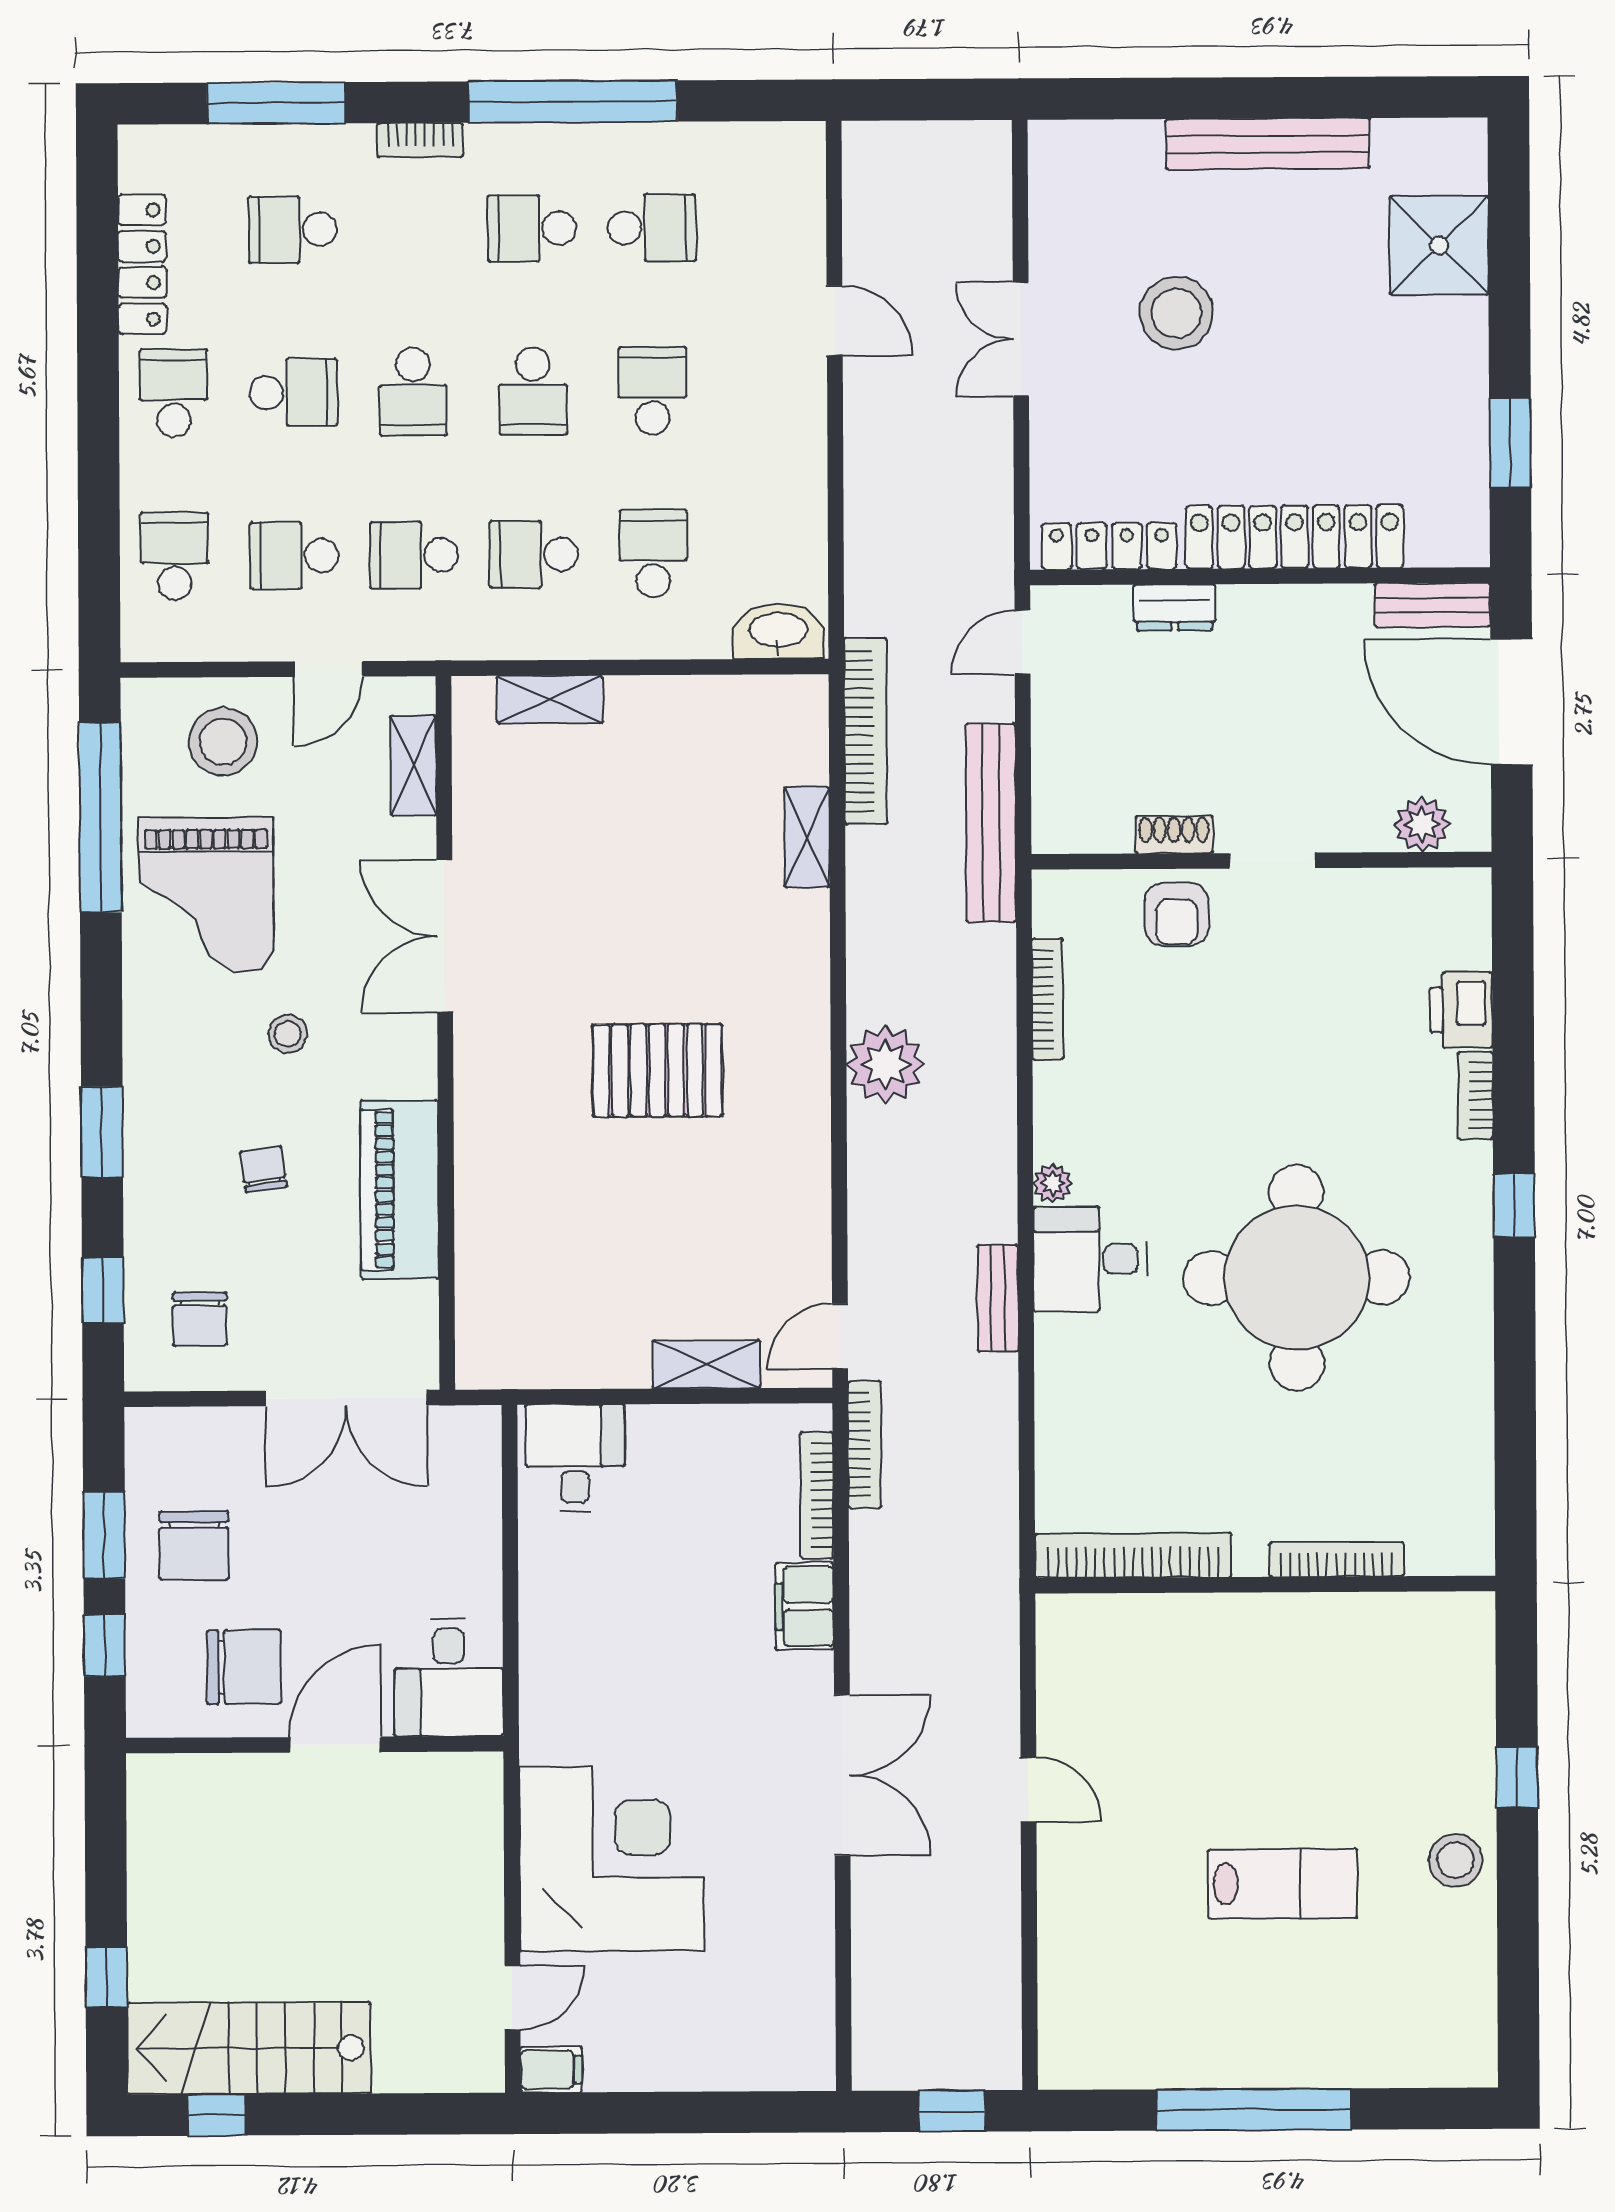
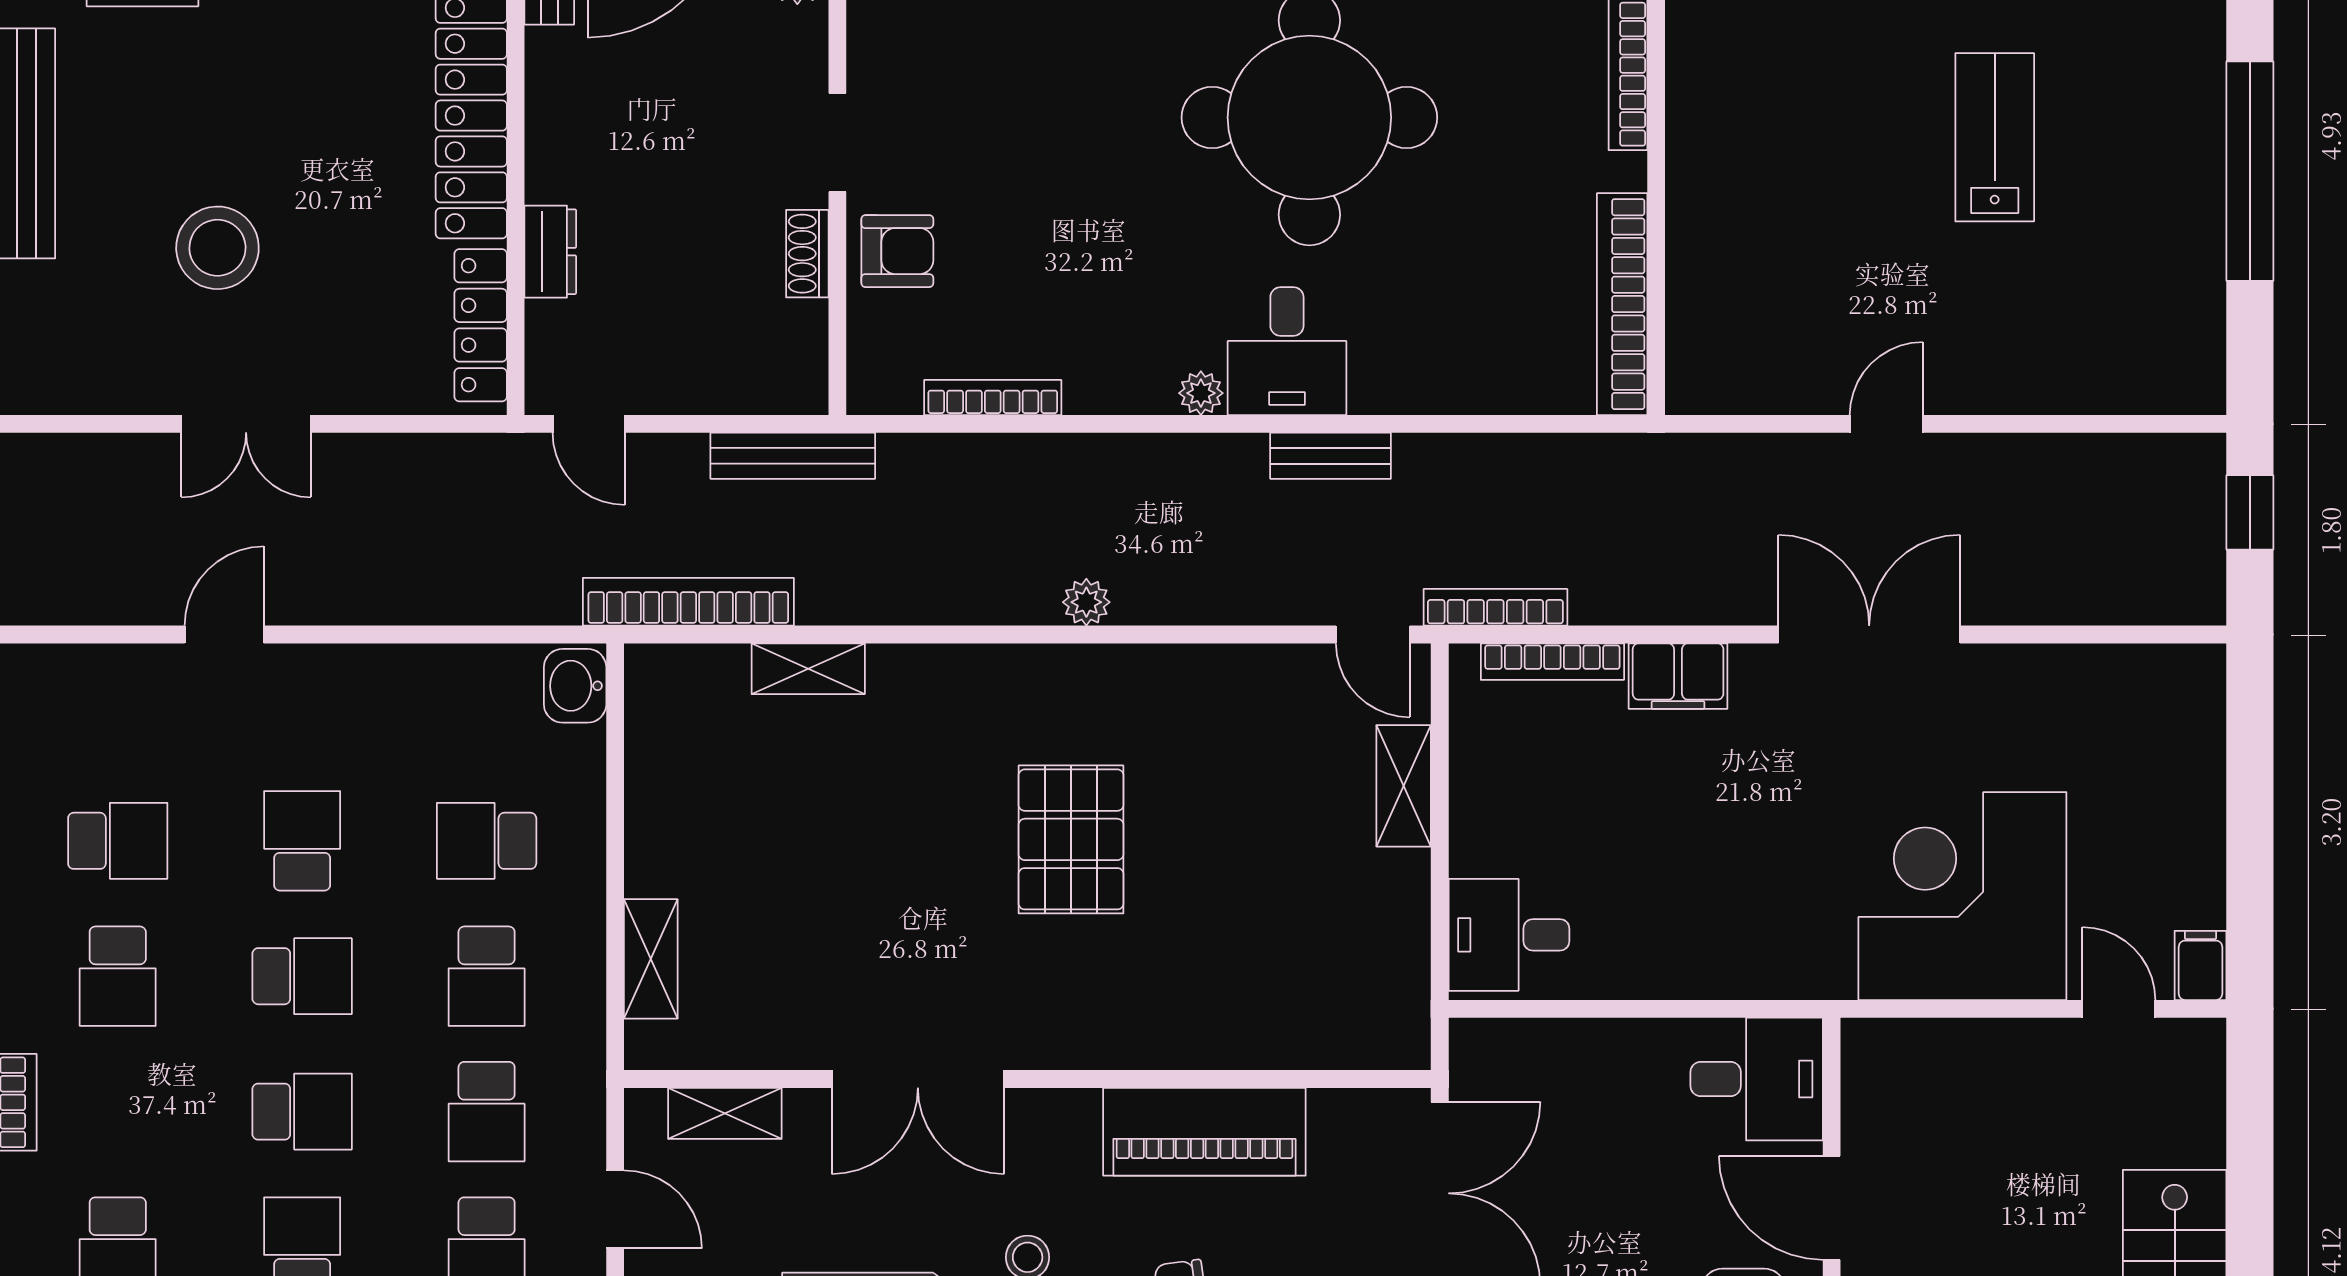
school desk: (652, 228) -> (118, 841), turned 90
school desk: (653, 391) -> (302, 841), turned 90
washbasin: (778, 631) -> (575, 686), width x0.72
bench: (991, 823) -> (793, 456), width x0.73, depth x0.82
plant: (885, 1064) -> (1086, 602), width x0.53, depth x0.53

